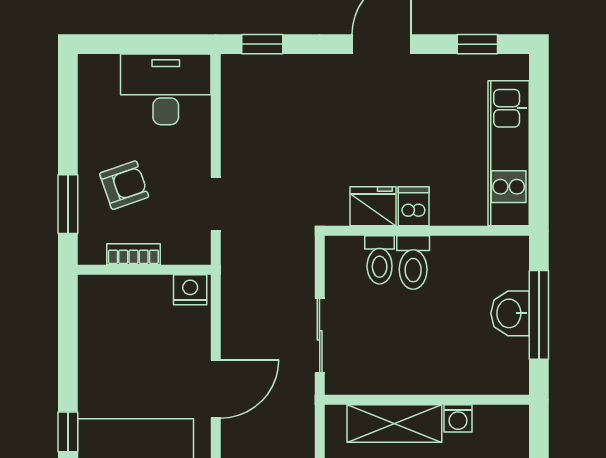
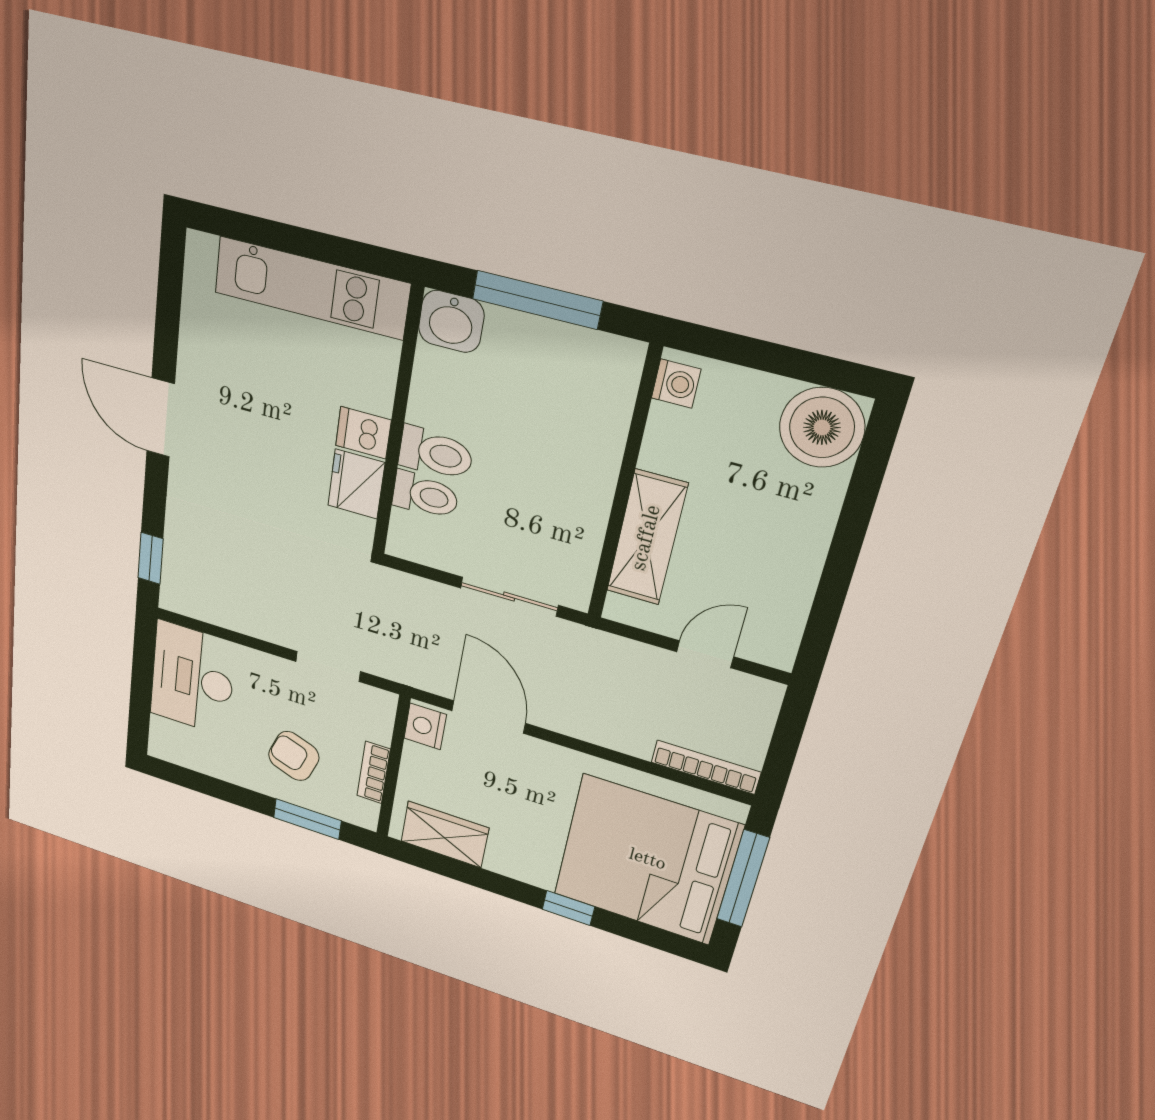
window: (477, 44) -> (169, 295), removed
armchair: (124, 185) -> (294, 756), turned -51
washbasin: (510, 313) -> (451, 321), moved
wardrobe: (98, 321) -> (445, 835), added
door: (216, 389) -> (489, 717), moved
washing machine: (458, 418) -> (676, 384), moved

